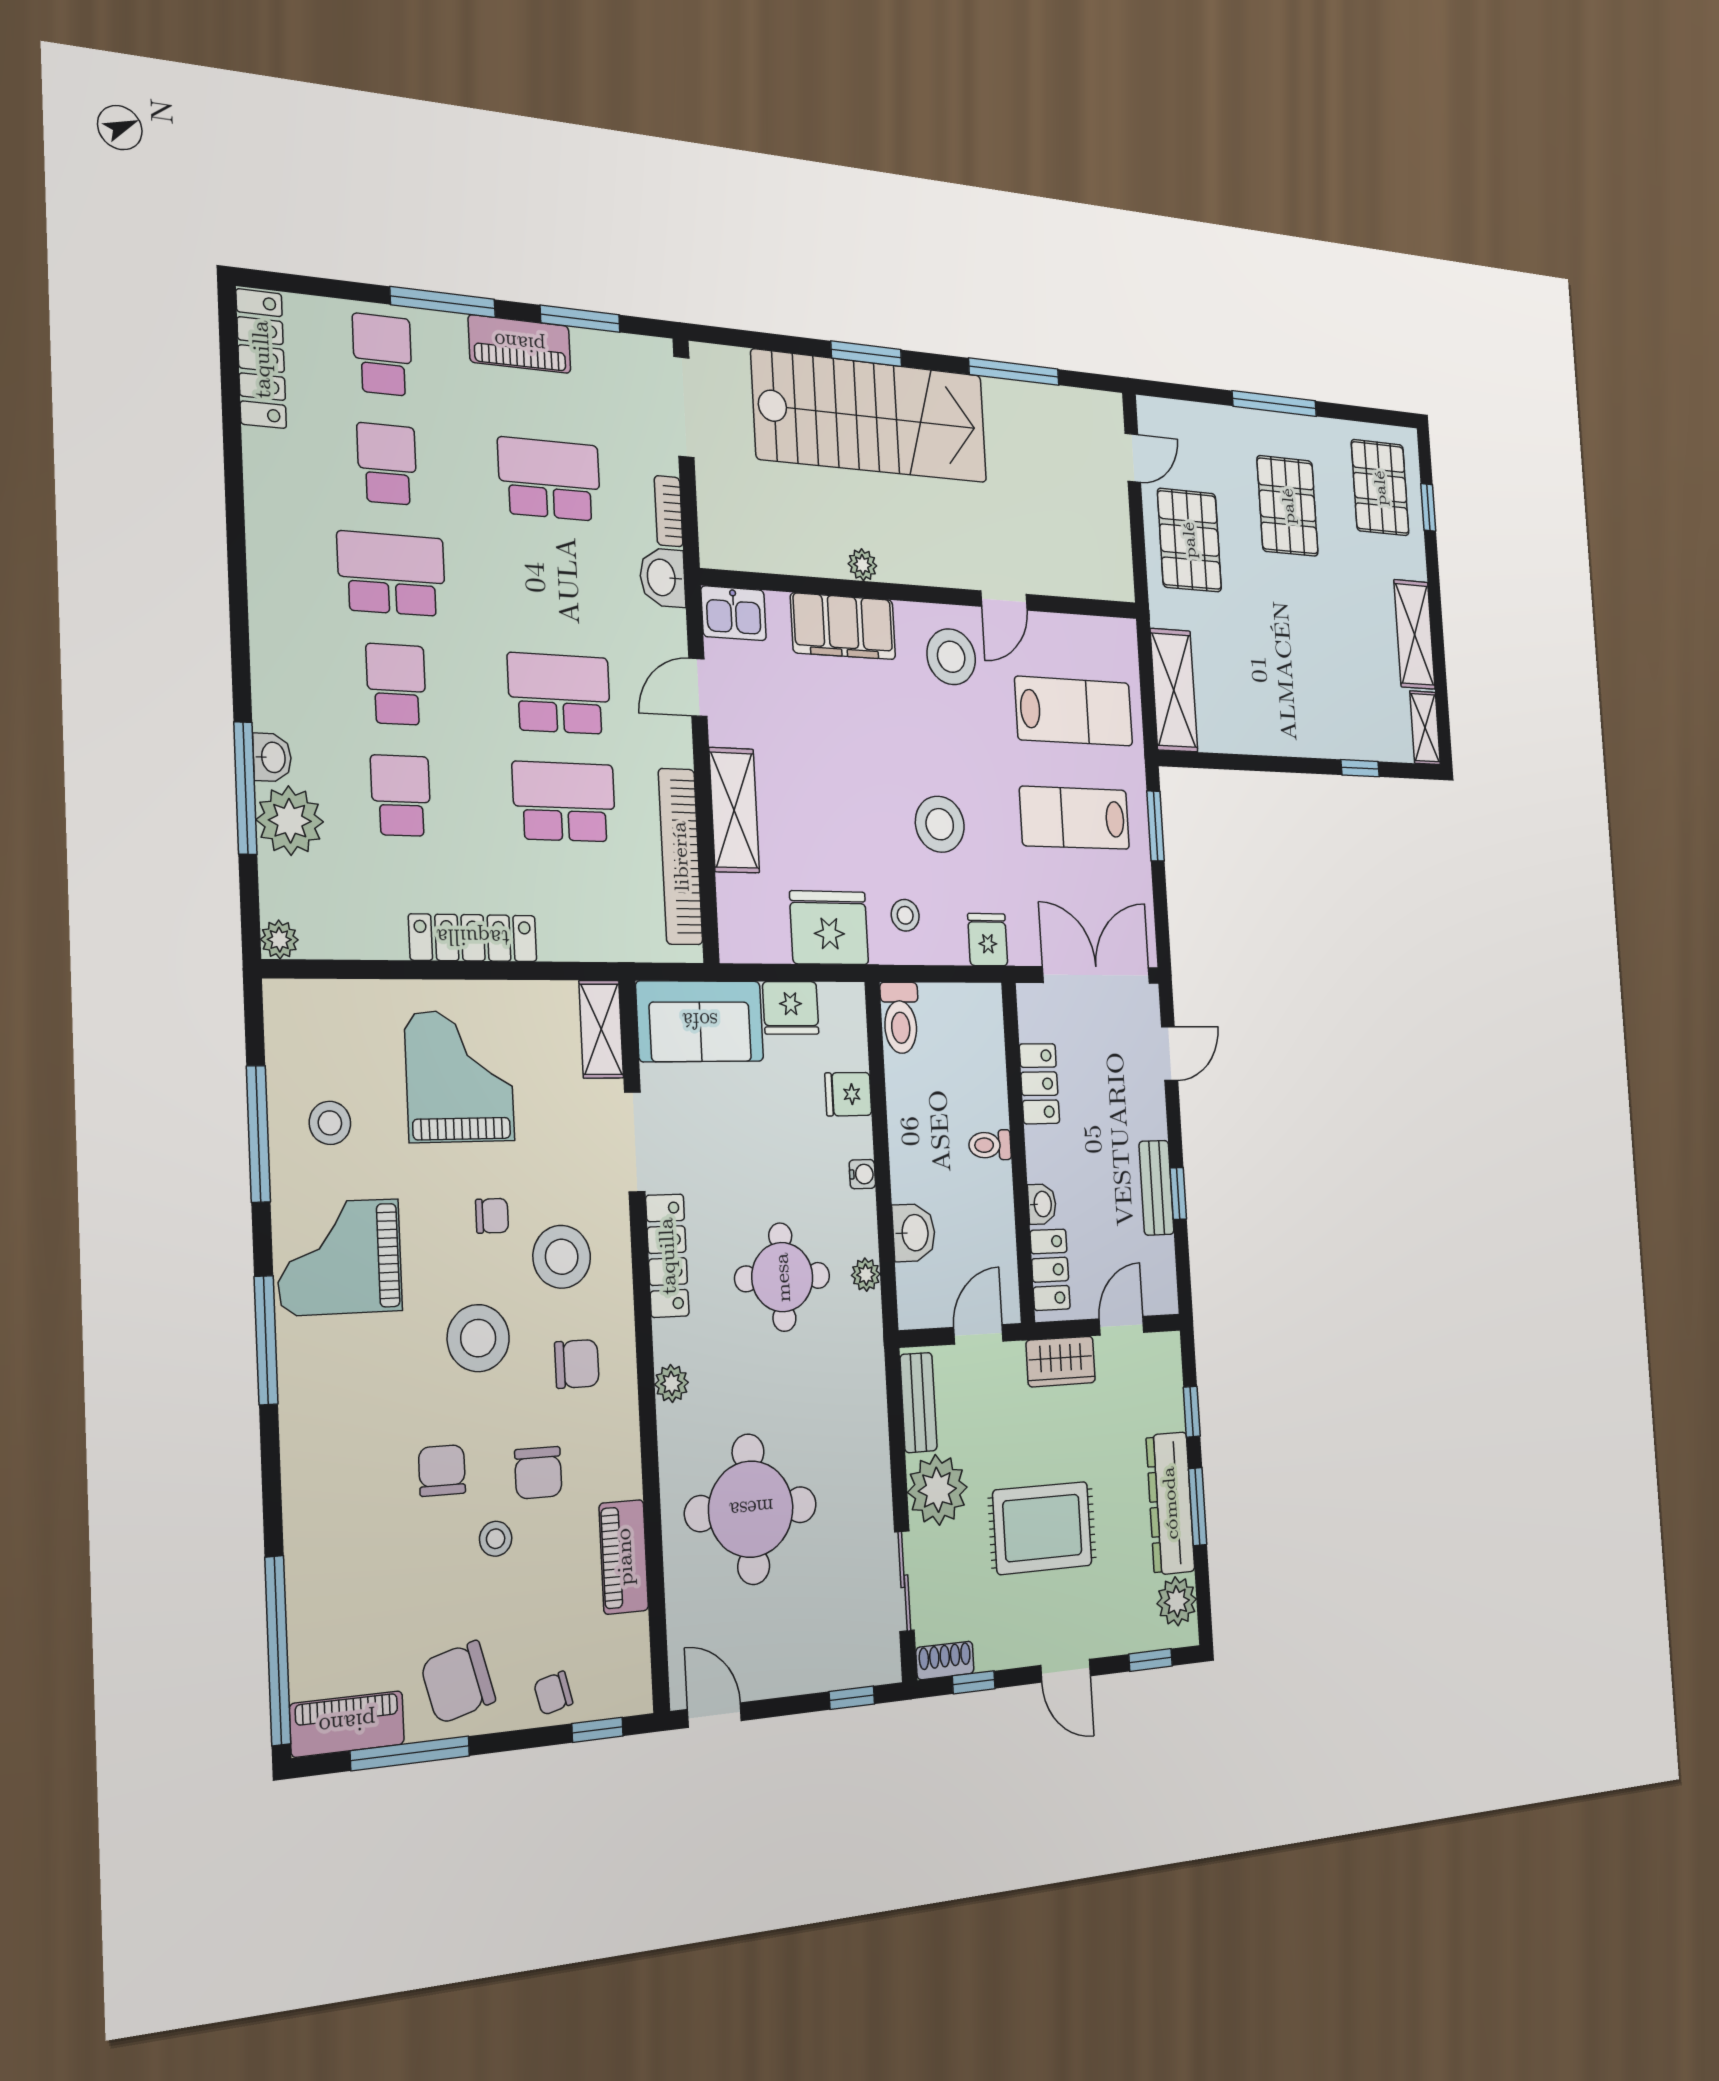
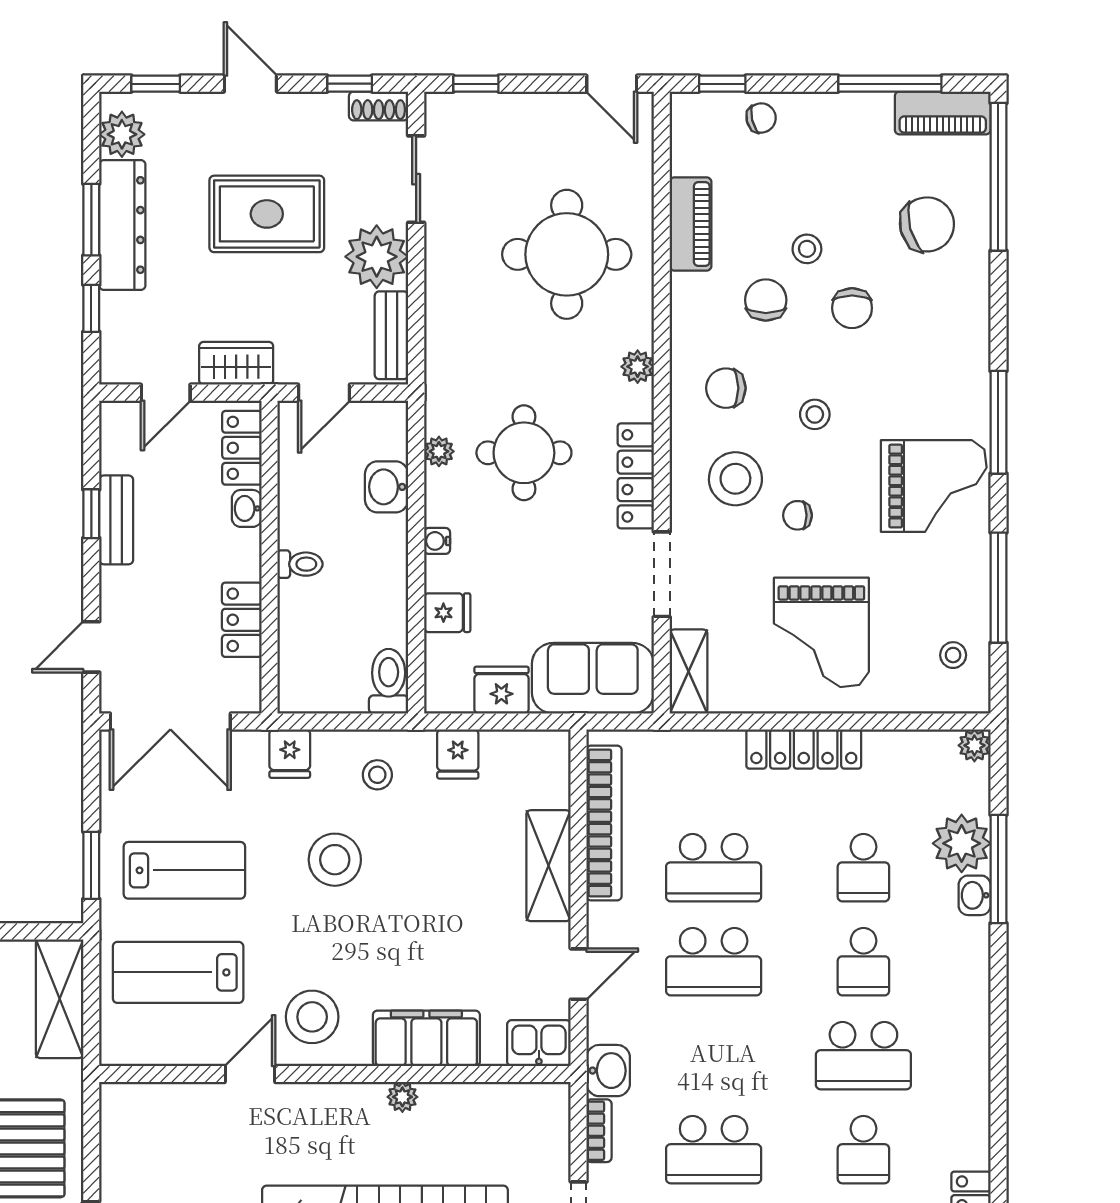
fridge: (829, 928) -> (458, 754), width x0.53, depth x0.75
stool: (330, 1123) -> (953, 655), moved, width x0.73, depth x0.73
stool: (478, 1338) -> (815, 414), width x0.53, depth x0.53
chair: (458, 1682) -> (927, 224), moved

